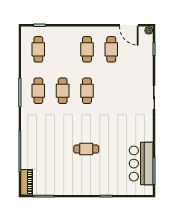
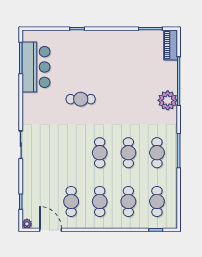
cafe table: (63, 49) -> (128, 201), added
plant: (29, 135) -> (168, 100), added
cafe table: (86, 149) -> (81, 99), moved

